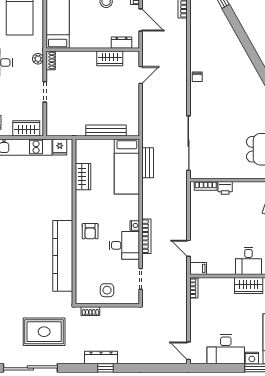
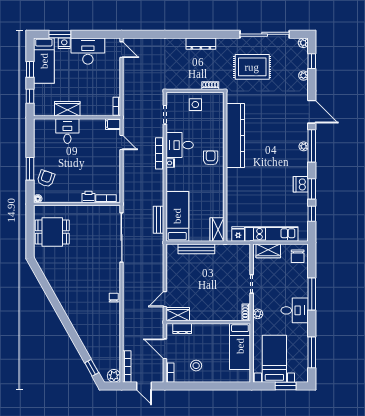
wardrobe: (110, 58) -> (178, 314), moved
wardrobe: (83, 177) -> (217, 229), moved
window: (106, 368) -> (197, 34), removed

